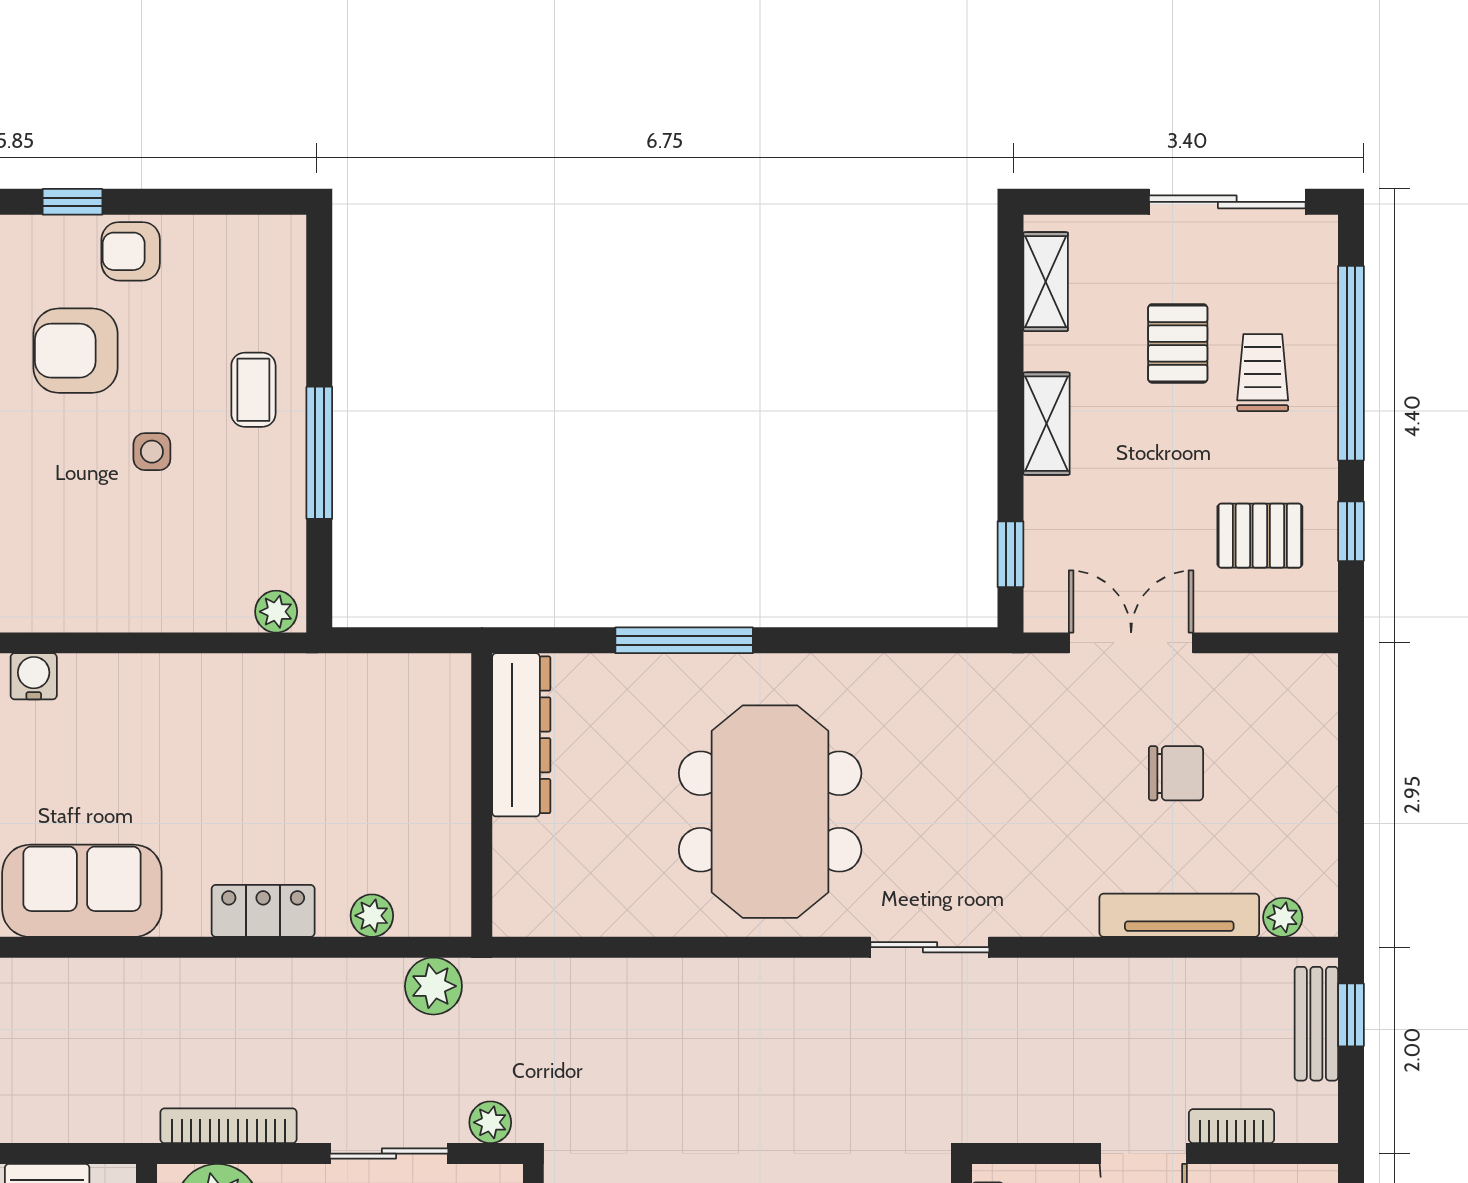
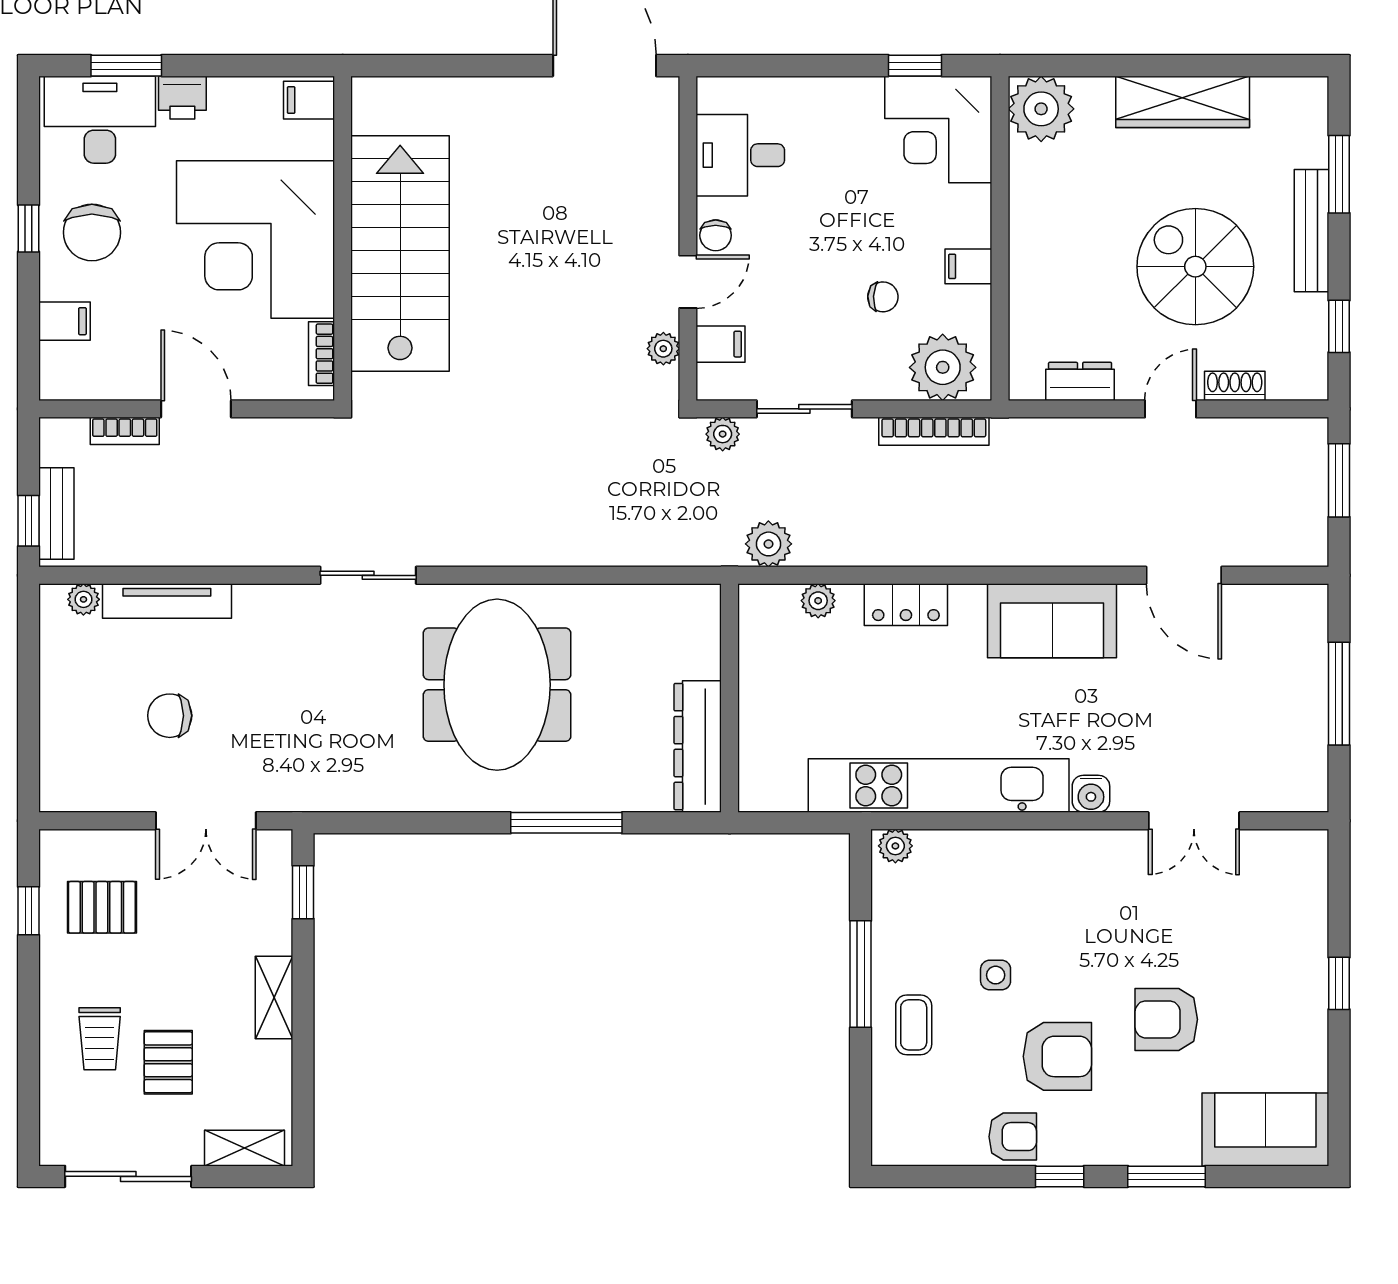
shelving: (1046, 282) -> (244, 1148), moved, turned 90
window: (1351, 363) -> (28, 1046), removed
kitchen unit: (222, 687) -> (939, 785), added

